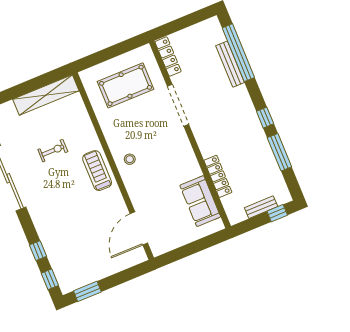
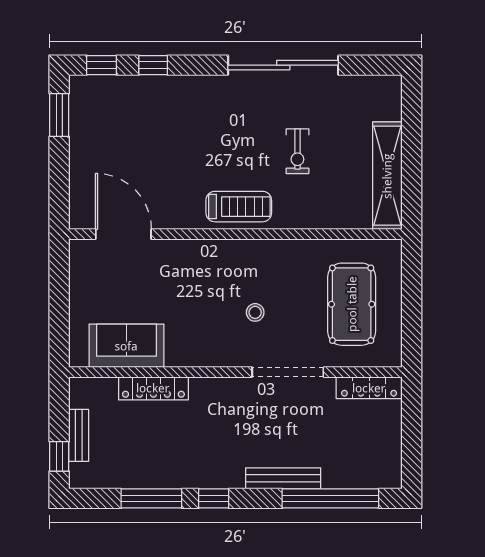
bench: (230, 64) -> (283, 478), moved
stool: (130, 159) -> (255, 312), moved

